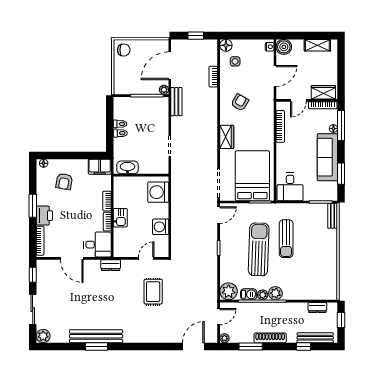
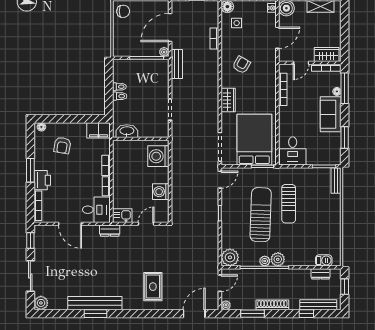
sofa: (327, 157) -> (331, 114), width x0.73
kitchen sink: (120, 218) -> (122, 216), moved, turned -90
rug: (153, 292) -> (153, 287), moved
barbecue: (249, 294) -> (324, 260), moved

